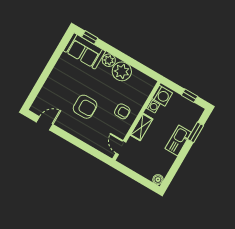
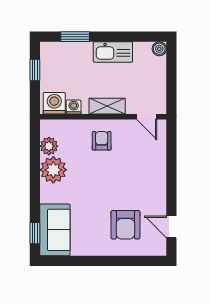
plant: (109, 60) -> (49, 146), moved
armchair: (85, 107) -> (125, 225), moved, turned 180
kitchen sink: (178, 140) -> (113, 52), moved
door: (121, 148) -> (147, 117), hinge flipped

